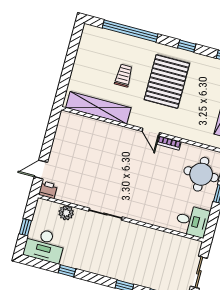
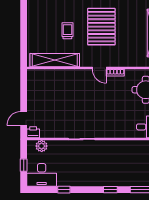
plant: (66, 213) -> (42, 146), moved

